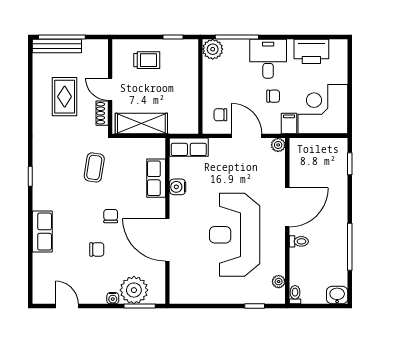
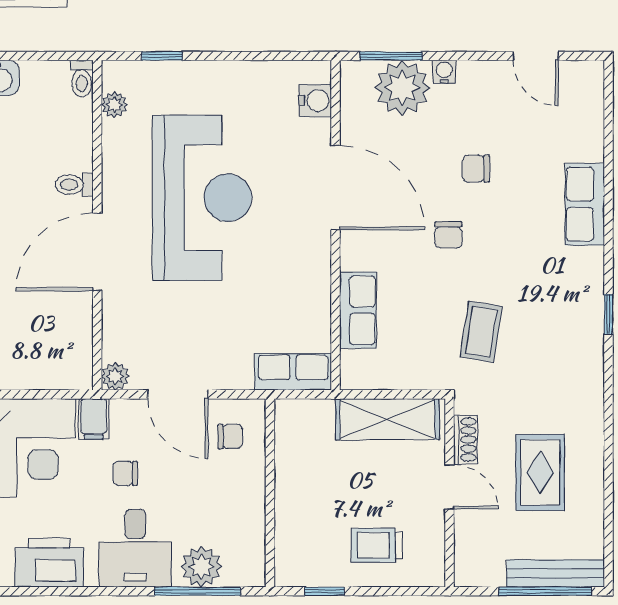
plant: (213, 49) -> (202, 567), moved
water cooler: (178, 187) -> (315, 100), moved

